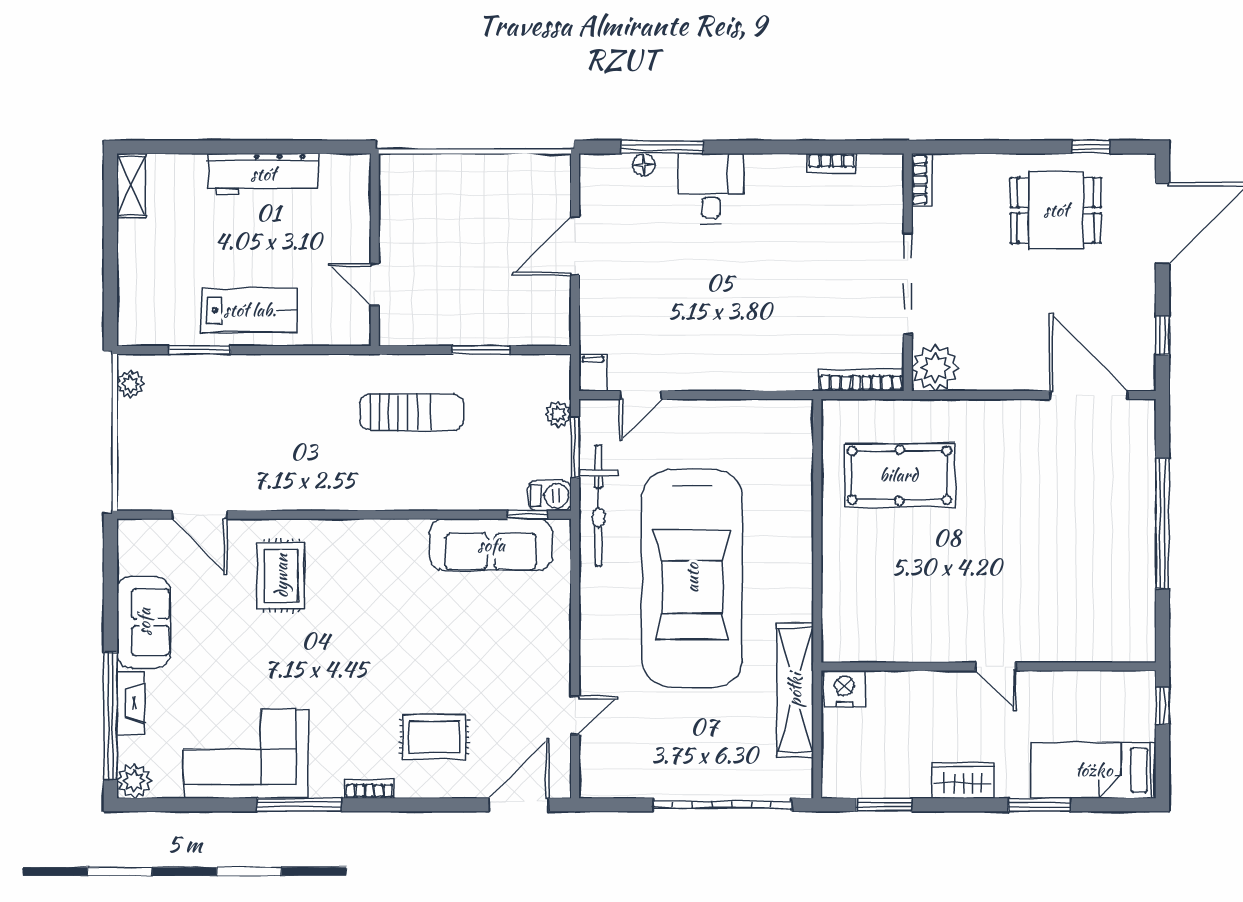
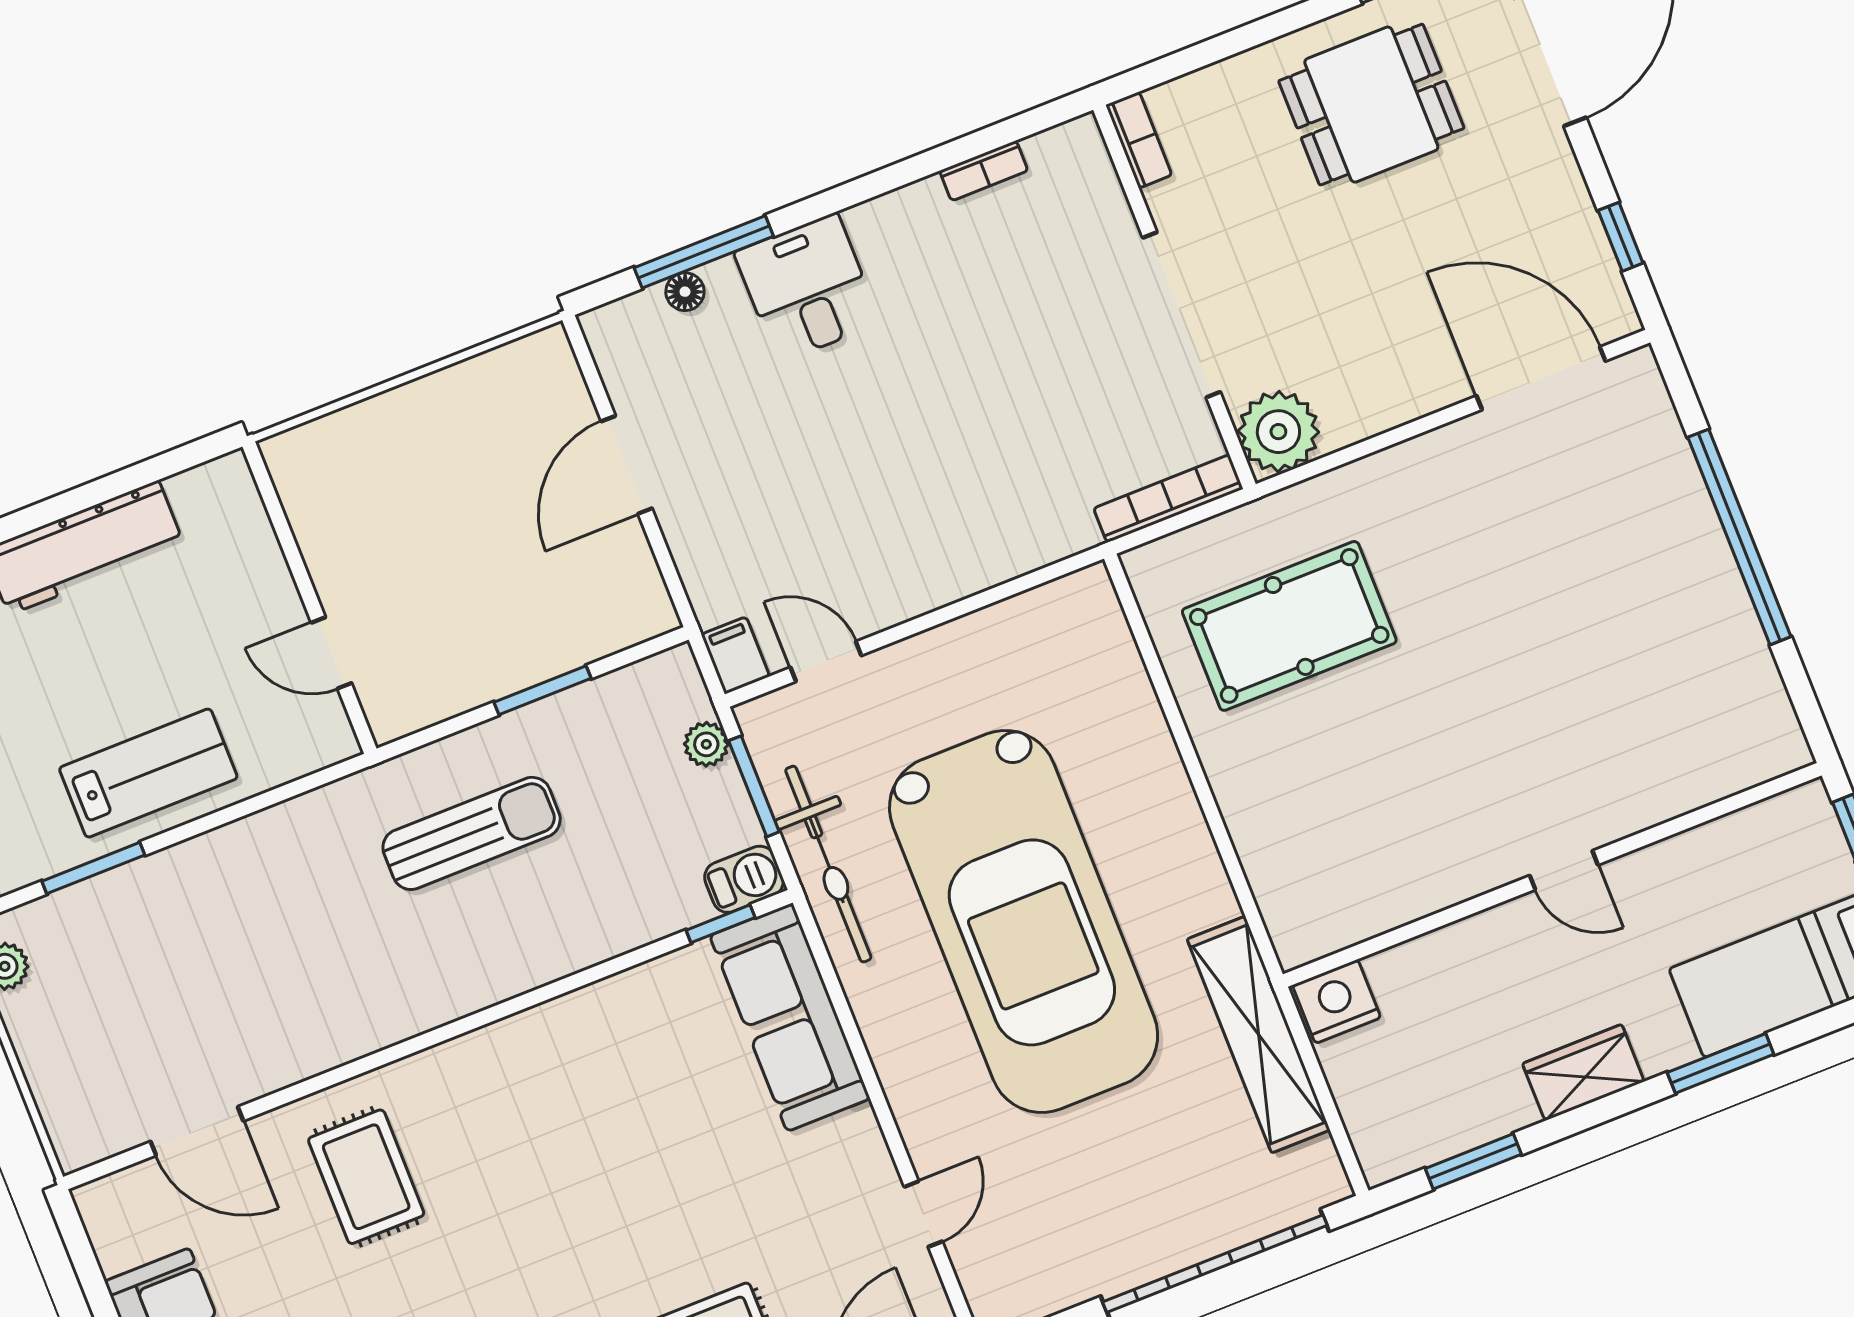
door: (641, 395) -> (826, 661), swing flipped
sofa: (491, 545) -> (790, 1017), moved, turned 90

